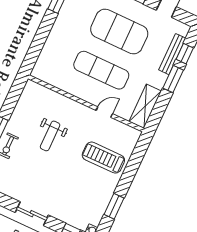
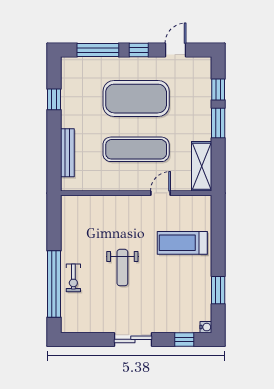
bench: (172, 54) -> (67, 153), moved
weight bench: (50, 136) -> (122, 268), moved

